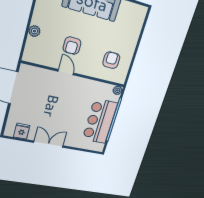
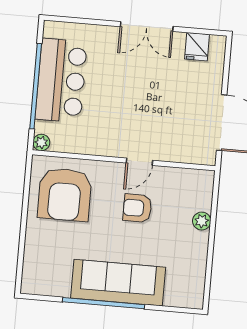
armchair: (72, 46) -> (137, 208), turned -90
armchair: (111, 60) -> (65, 195), width x1.88, depth x1.88
door: (66, 72) -> (139, 162), hinge flipped

